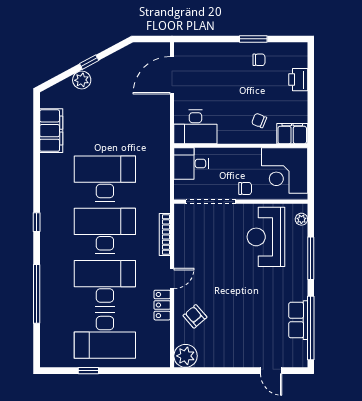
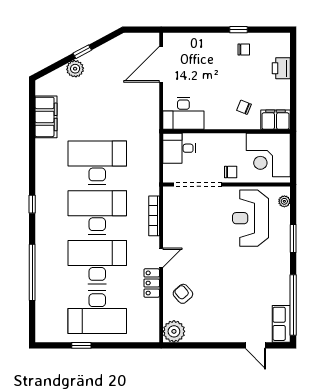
window: (253, 39) -> (238, 30), width x0.67
window: (311, 258) -> (293, 238), width x0.69
row of seats: (298, 320) -> (281, 324), moved

